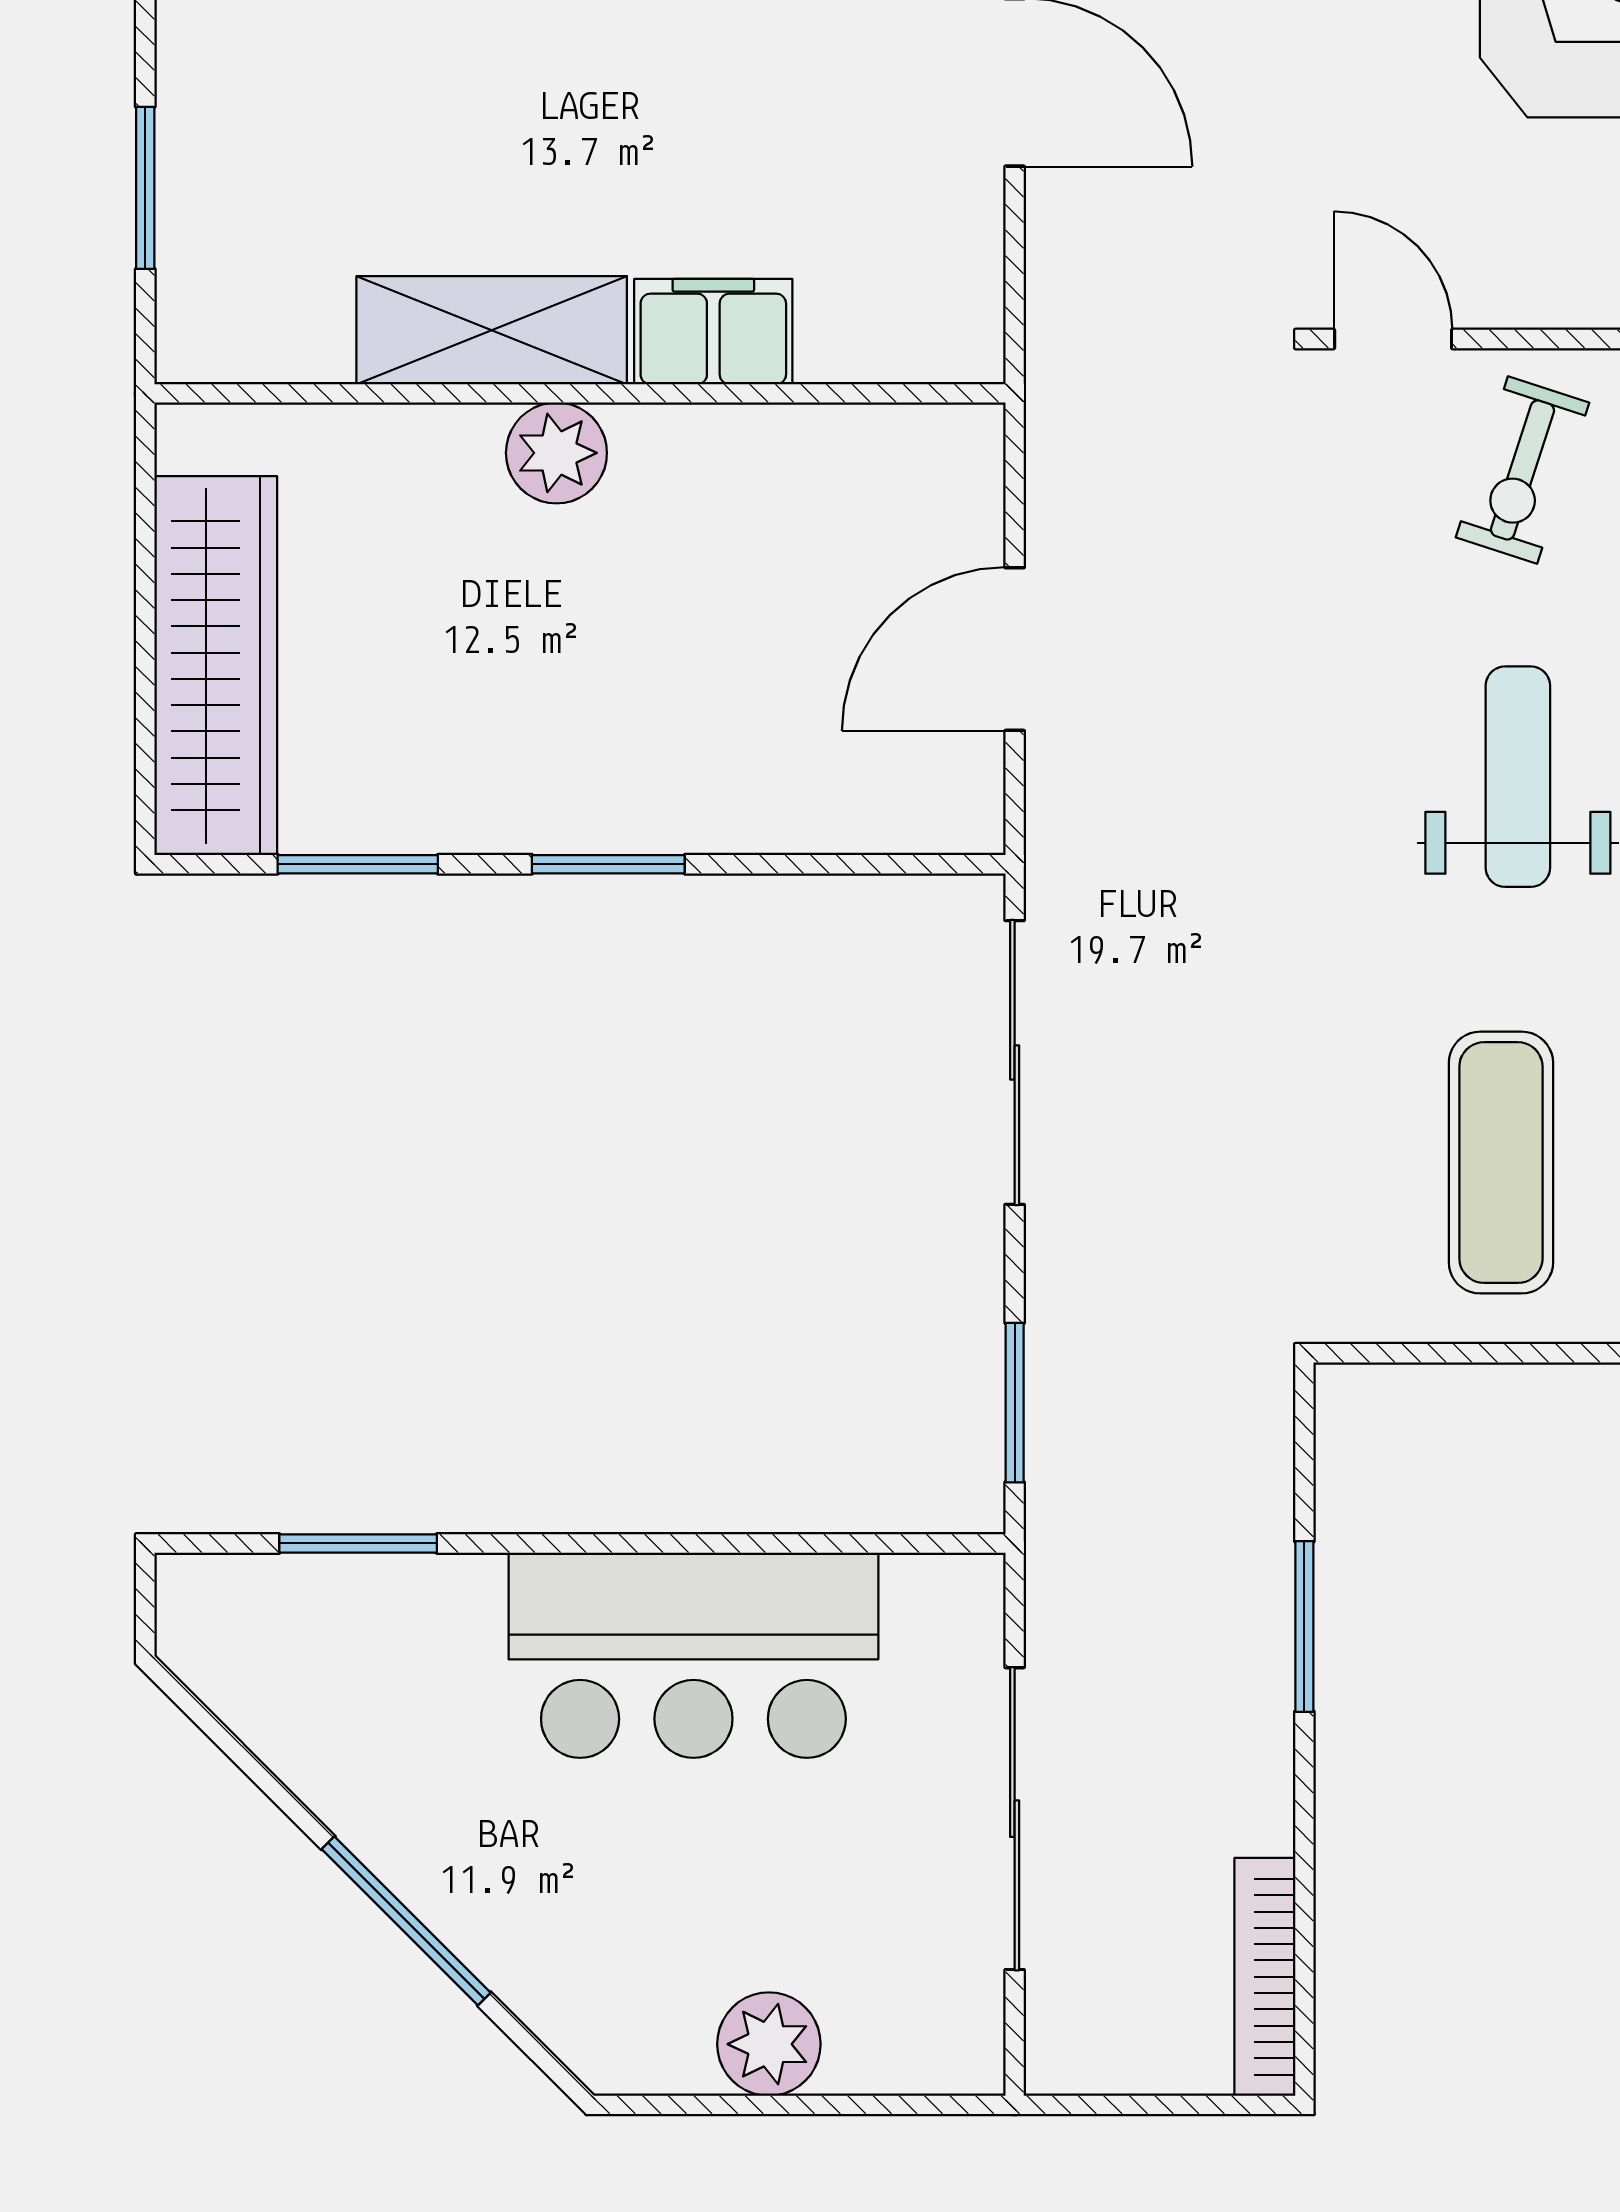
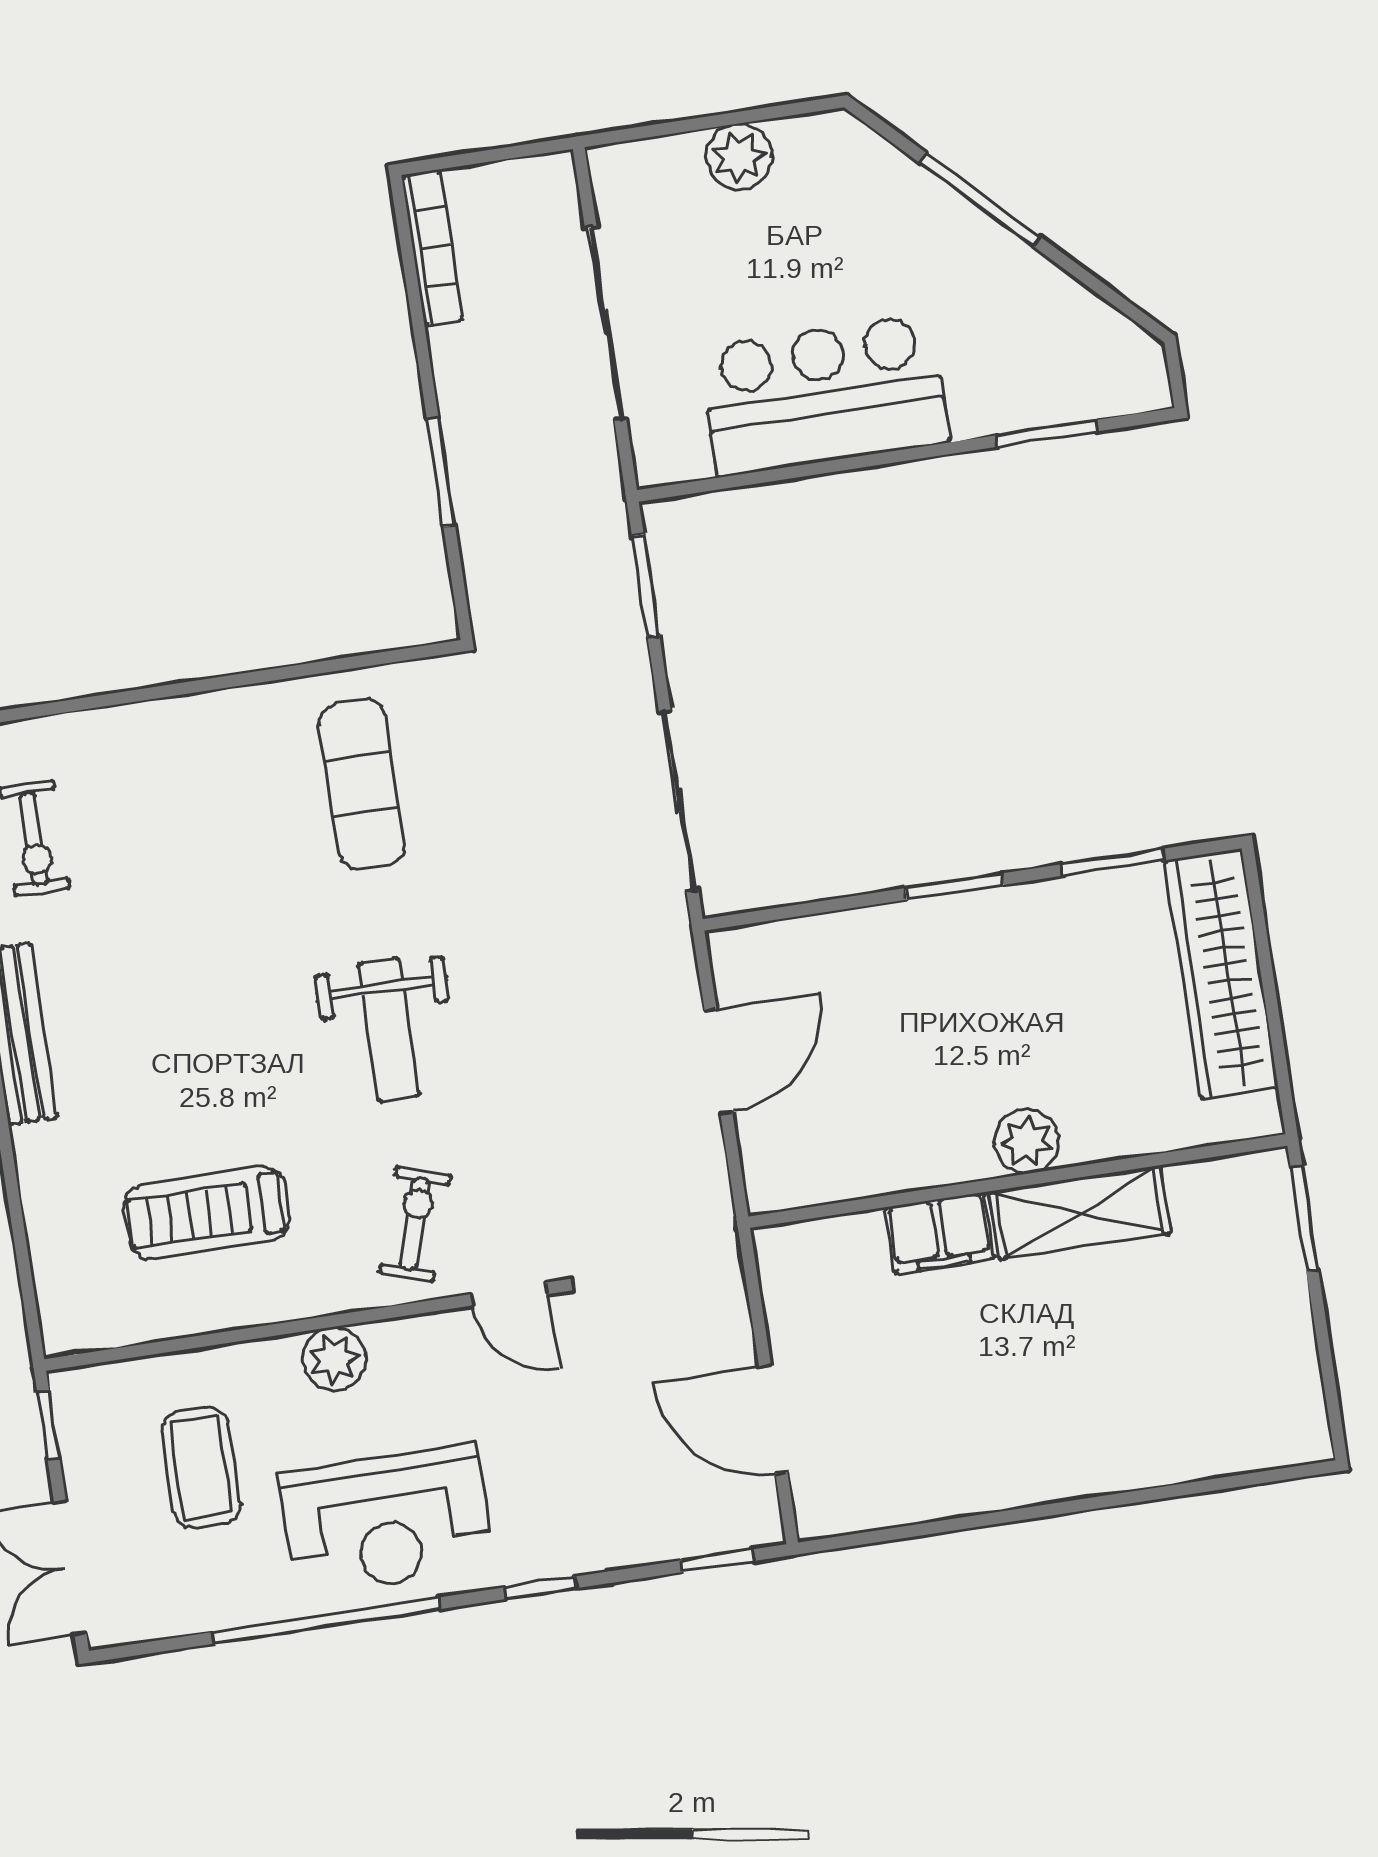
window: (145, 188) -> (1304, 1218), moved

